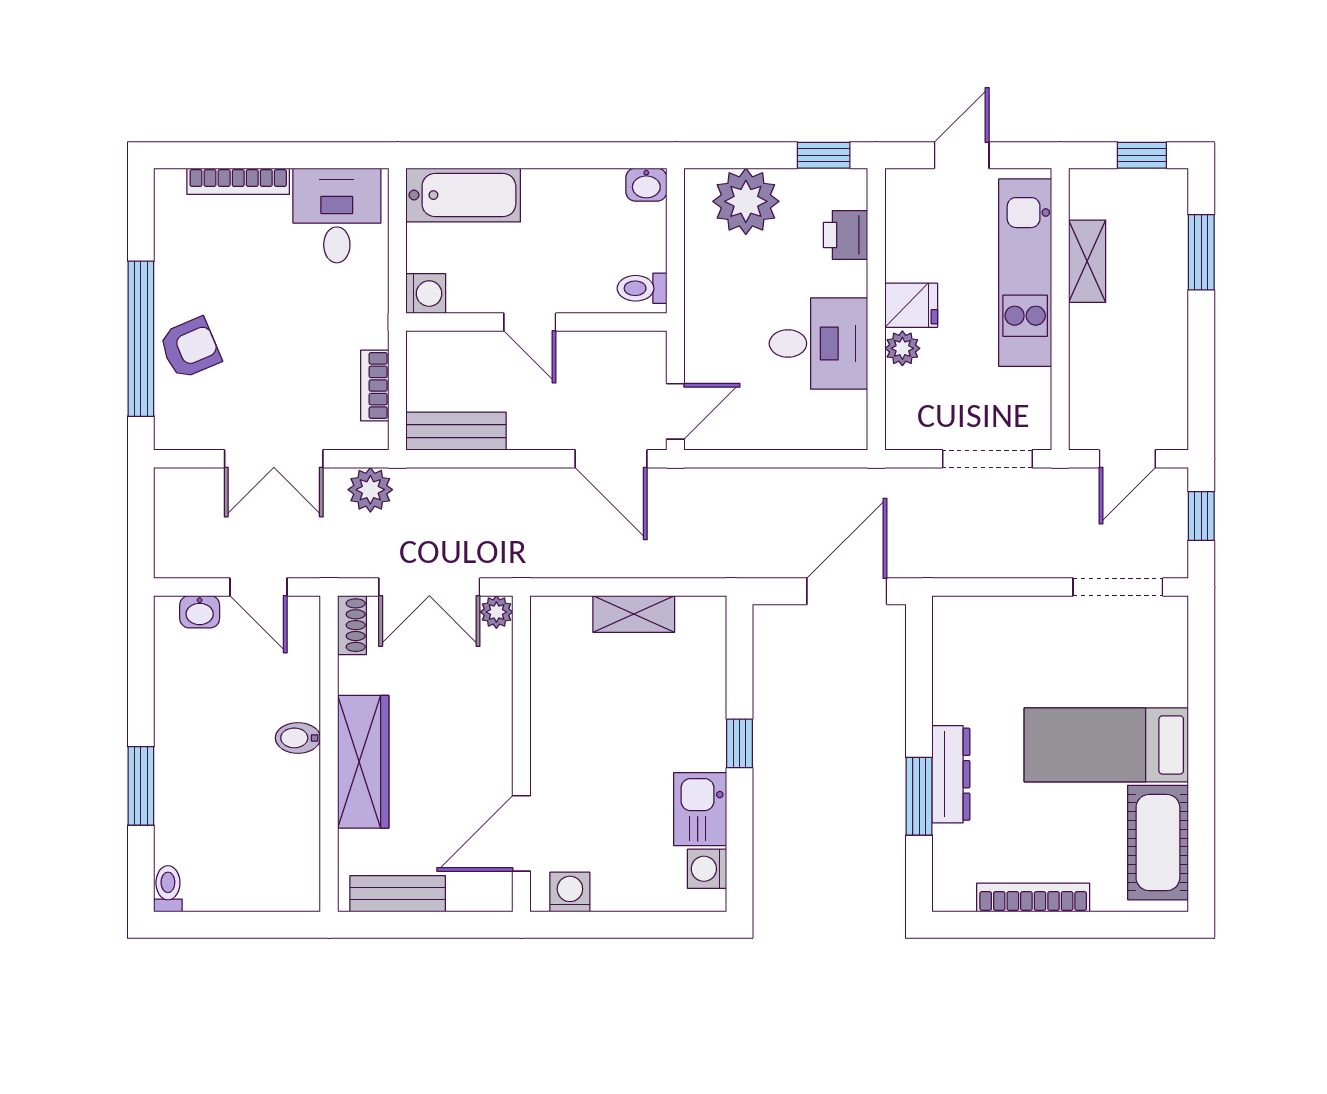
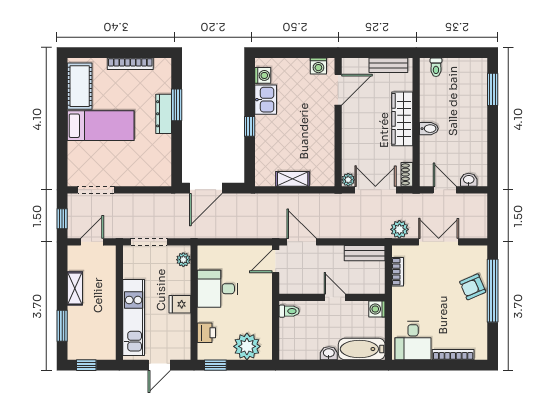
washbasin: (646, 185) -> (329, 353), moved
shelving: (1087, 261) -> (75, 288), moved
plant: (902, 348) -> (183, 260), moved
window: (141, 786) -> (493, 89), moved
toilet: (168, 889) -> (436, 67), moved

